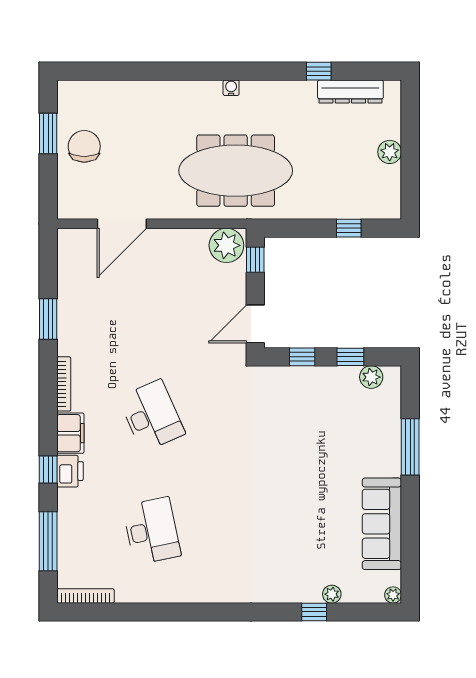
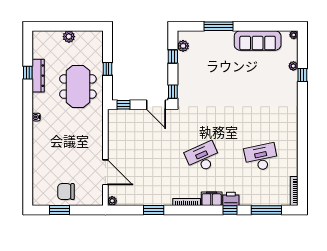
dresser: (350, 92) -> (38, 76), moved
meeting table: (236, 171) -> (78, 87), moved, width x0.73
window: (349, 228) -> (108, 69), moved
plant: (226, 245) -> (112, 201), moved, width x0.53, depth x0.53
window: (302, 357) -> (173, 92), moved

